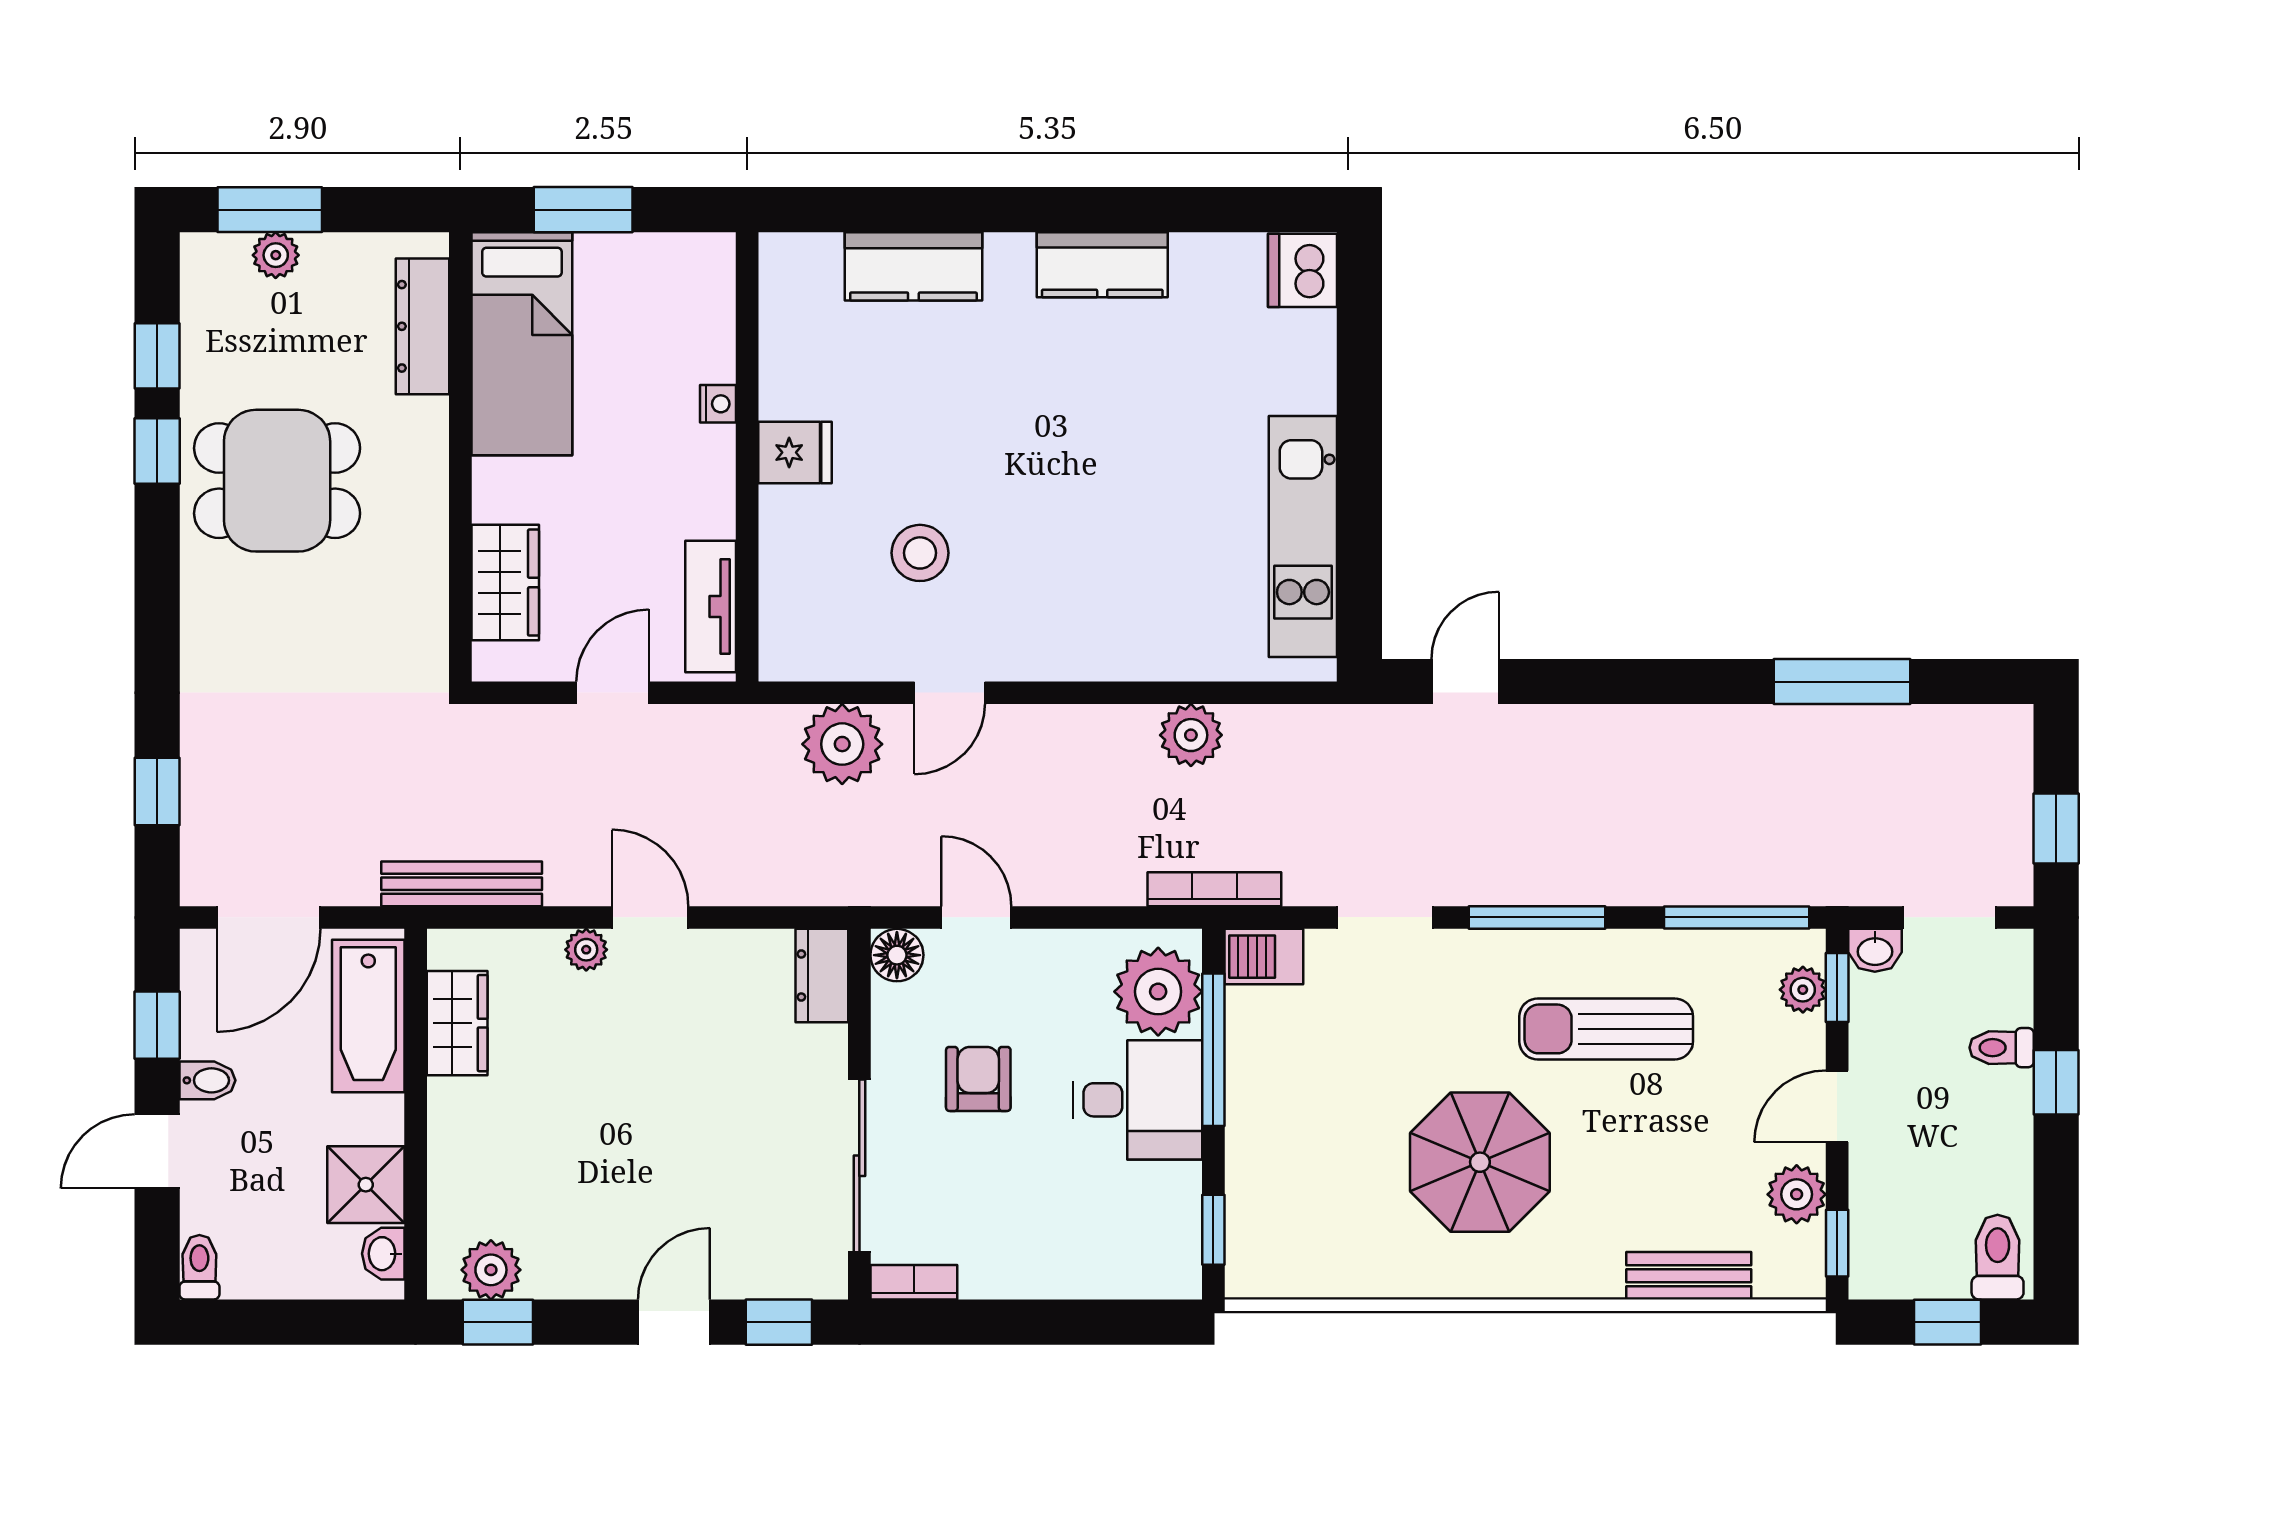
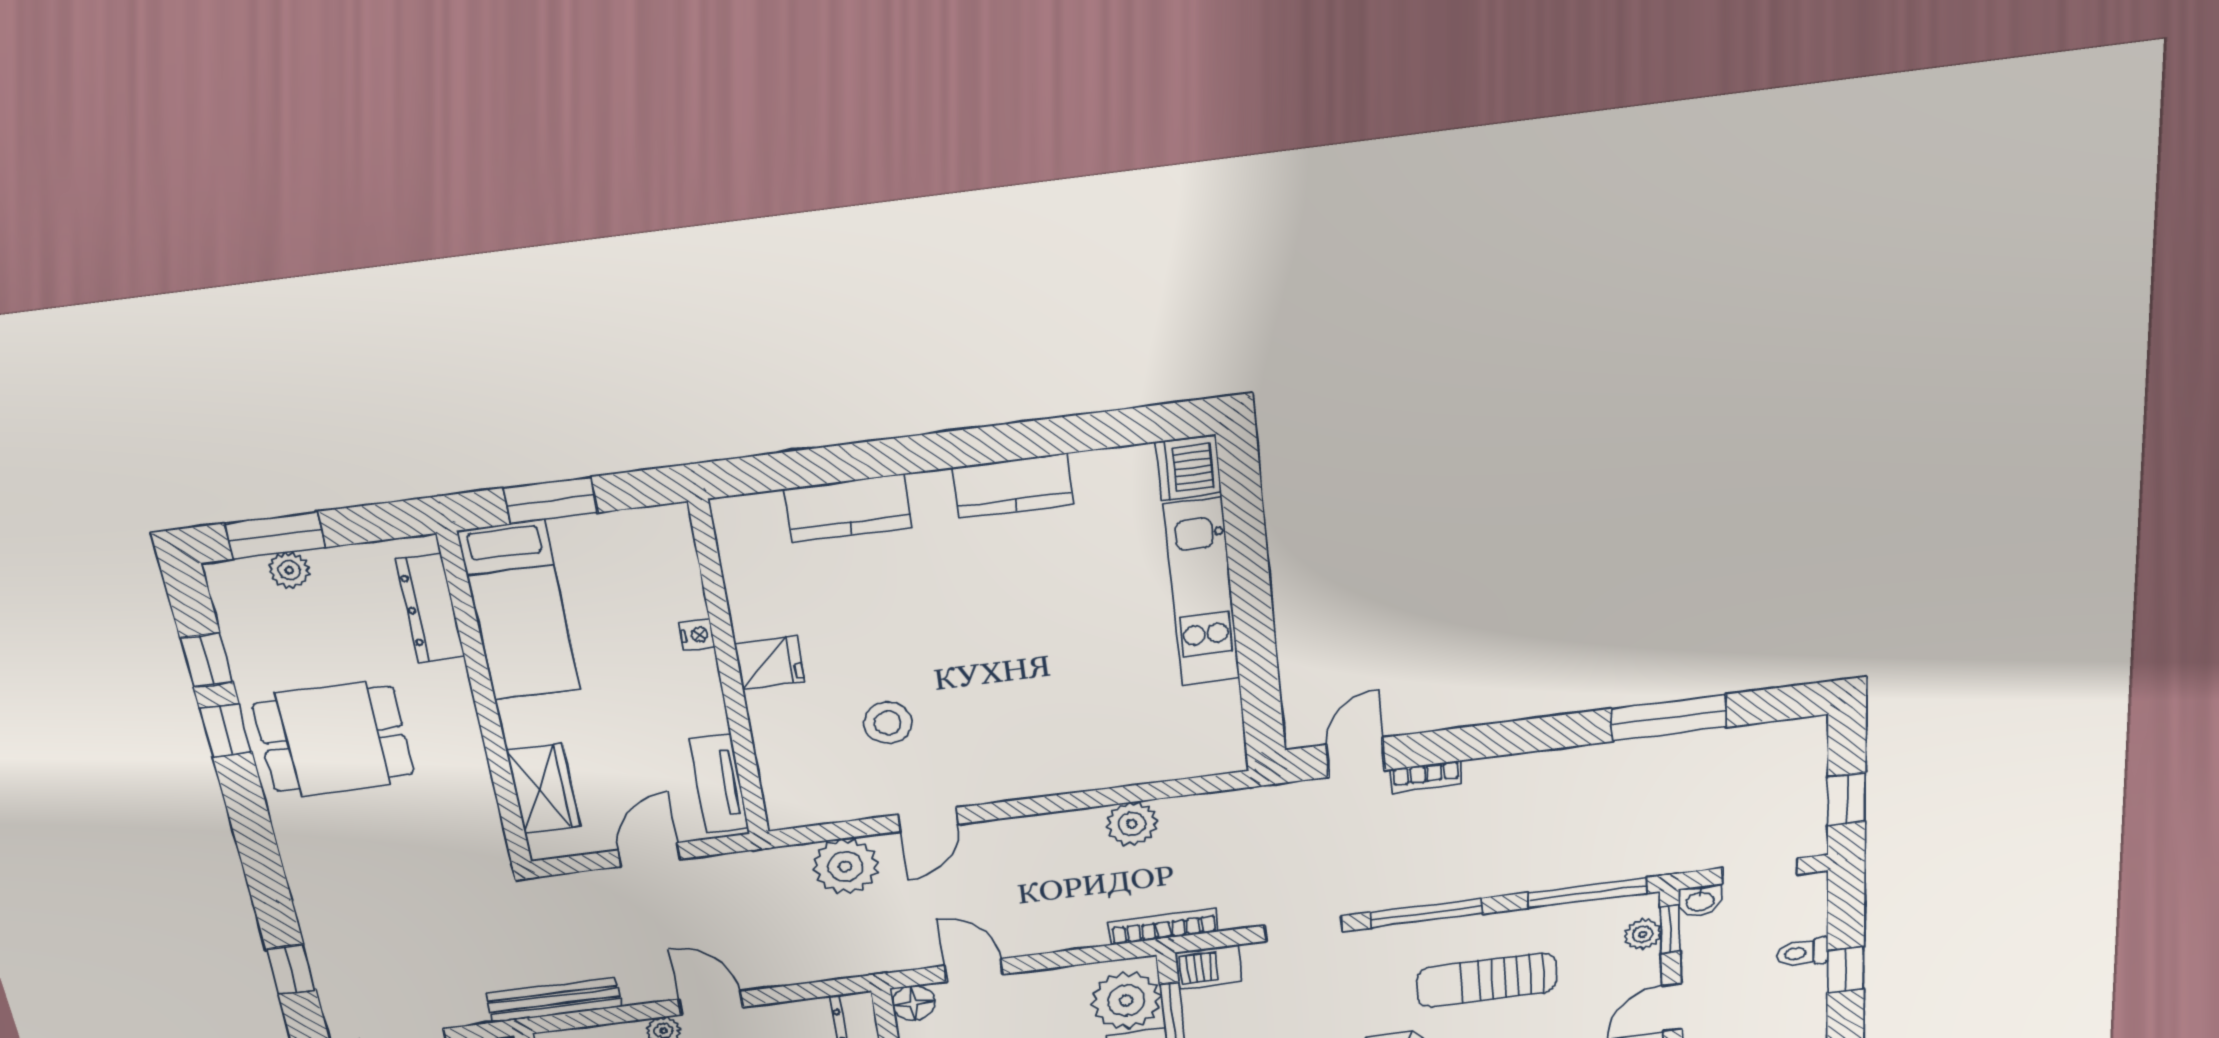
kitchen unit: (1303, 537) -> (1202, 593), moved
bookcase: (1548, 721) -> (1426, 777), added

